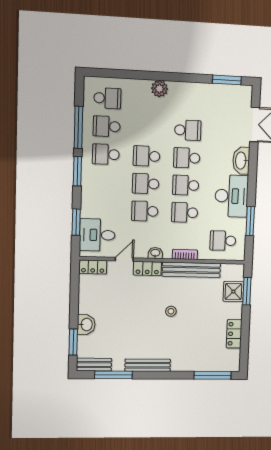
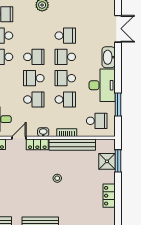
school desk: (147, 156) -> (34, 57), turned 180
school desk: (145, 211) -> (34, 99), turned 180
school desk: (185, 212) -> (65, 99), turned 180
school desk: (223, 241) -> (97, 121), turned 180

